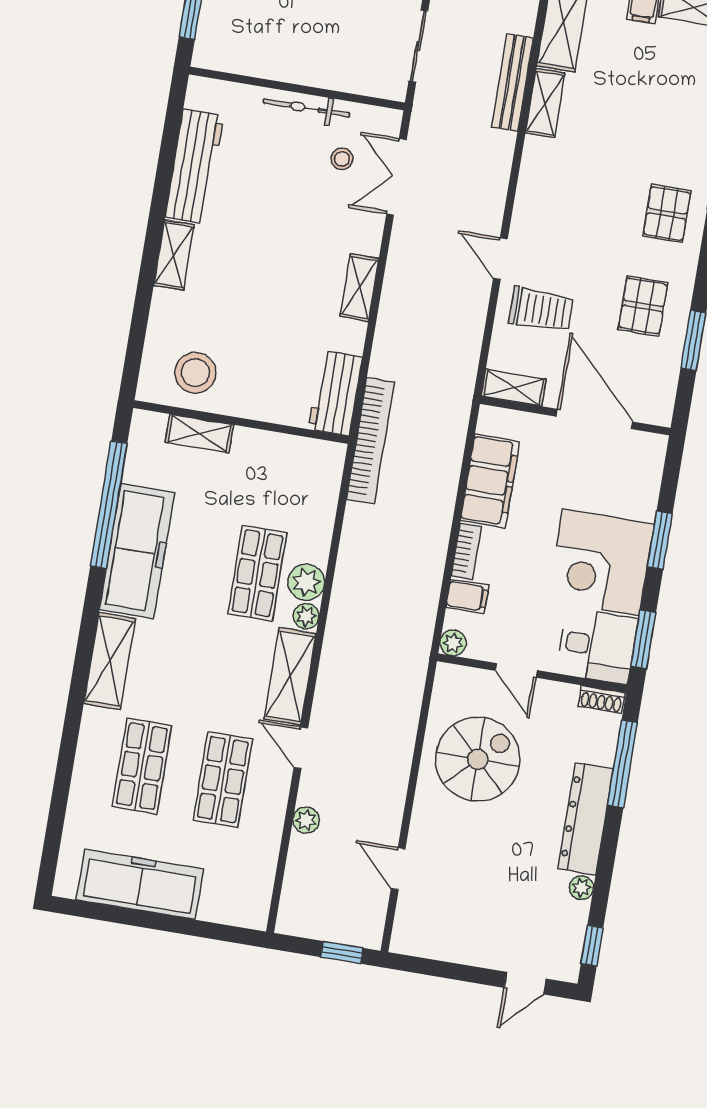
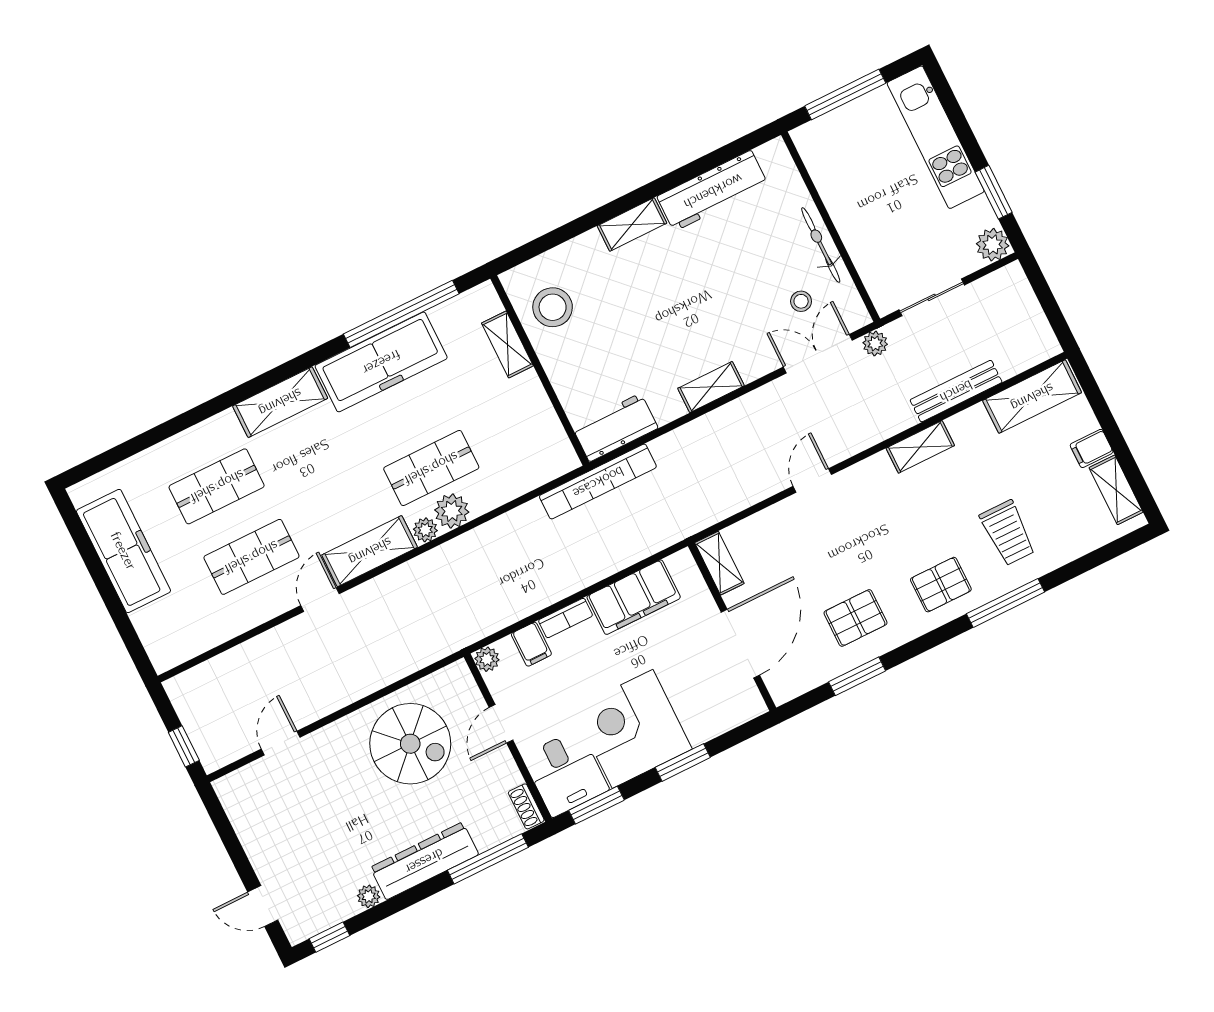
shelving: (545, 103) -> (920, 447), moved
trolley: (541, 310) -> (1008, 533), moved
plant: (306, 820) -> (875, 343), moved

